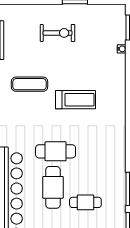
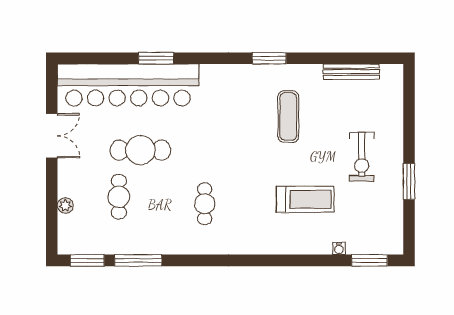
treadmill: (75, 100) -> (305, 199), moved, turned -90
cafe table: (56, 151) -> (205, 204), moved, width x0.73, depth x0.74

